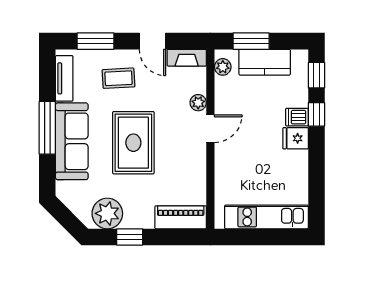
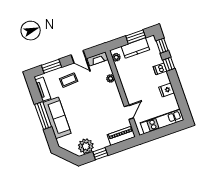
window: (251, 41) -> (136, 37), moved
door: (210, 129) -> (129, 112), moved
fridge: (296, 138) -> (167, 90), moved
rug: (133, 143) -> (86, 108), removed

